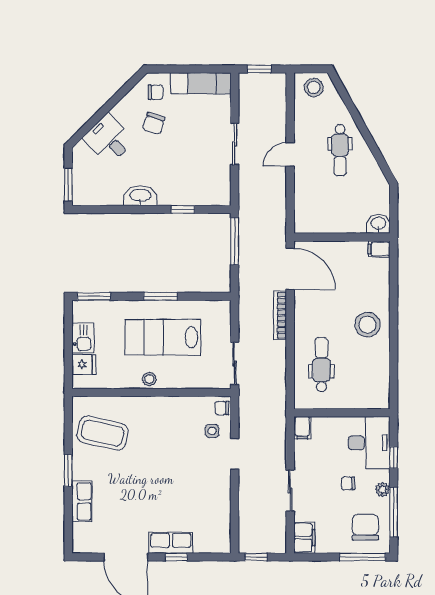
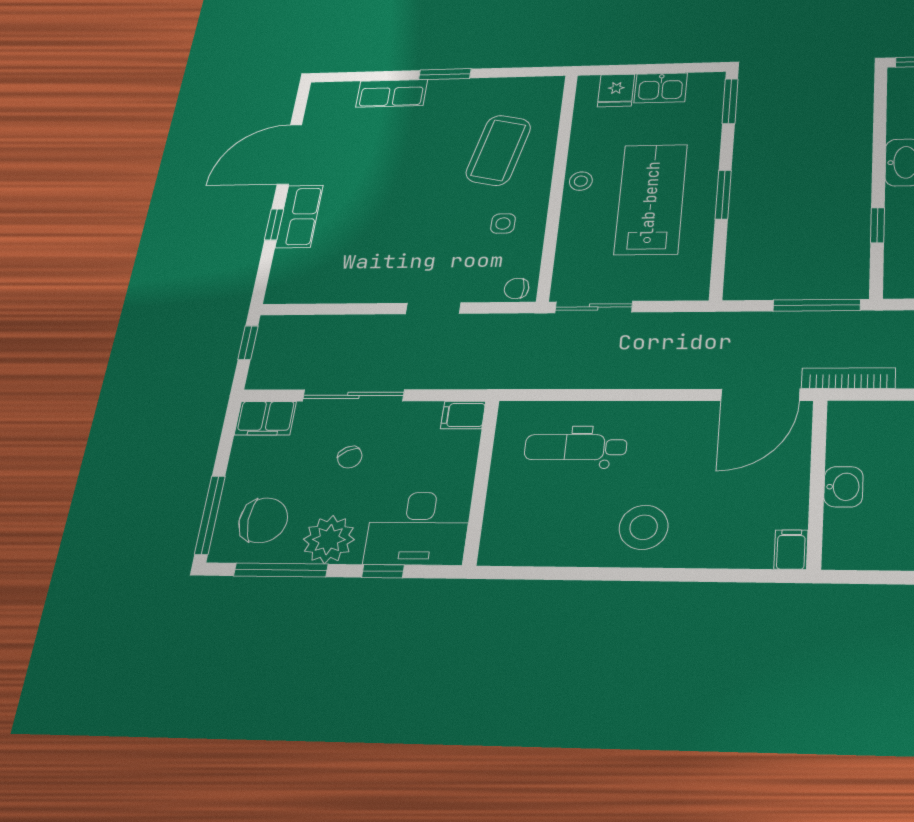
washbasin: (378, 224) -> (843, 487), moved
bookcase: (280, 315) -> (848, 378), moved
dental chair: (321, 365) -> (576, 447), turned 180
chair: (222, 408) -> (517, 288), turned -90
side table: (212, 431) -> (503, 224), moved
coffee table: (103, 433) -> (498, 150), moved
chair: (348, 483) -> (350, 457), moved, turned 153
plant: (382, 489) -> (329, 539), width x1.87, depth x1.87
sliding door: (290, 491) -> (353, 395), width x1.37

